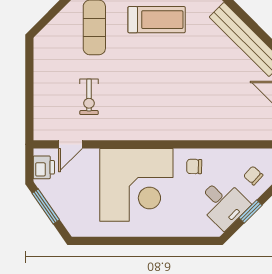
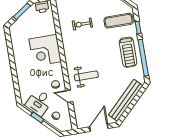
weight bench: (188, 106) -> (86, 76), added
door: (70, 144) -> (69, 96), moved
corner desk: (136, 185) -> (45, 50), width x0.74, depth x0.74

